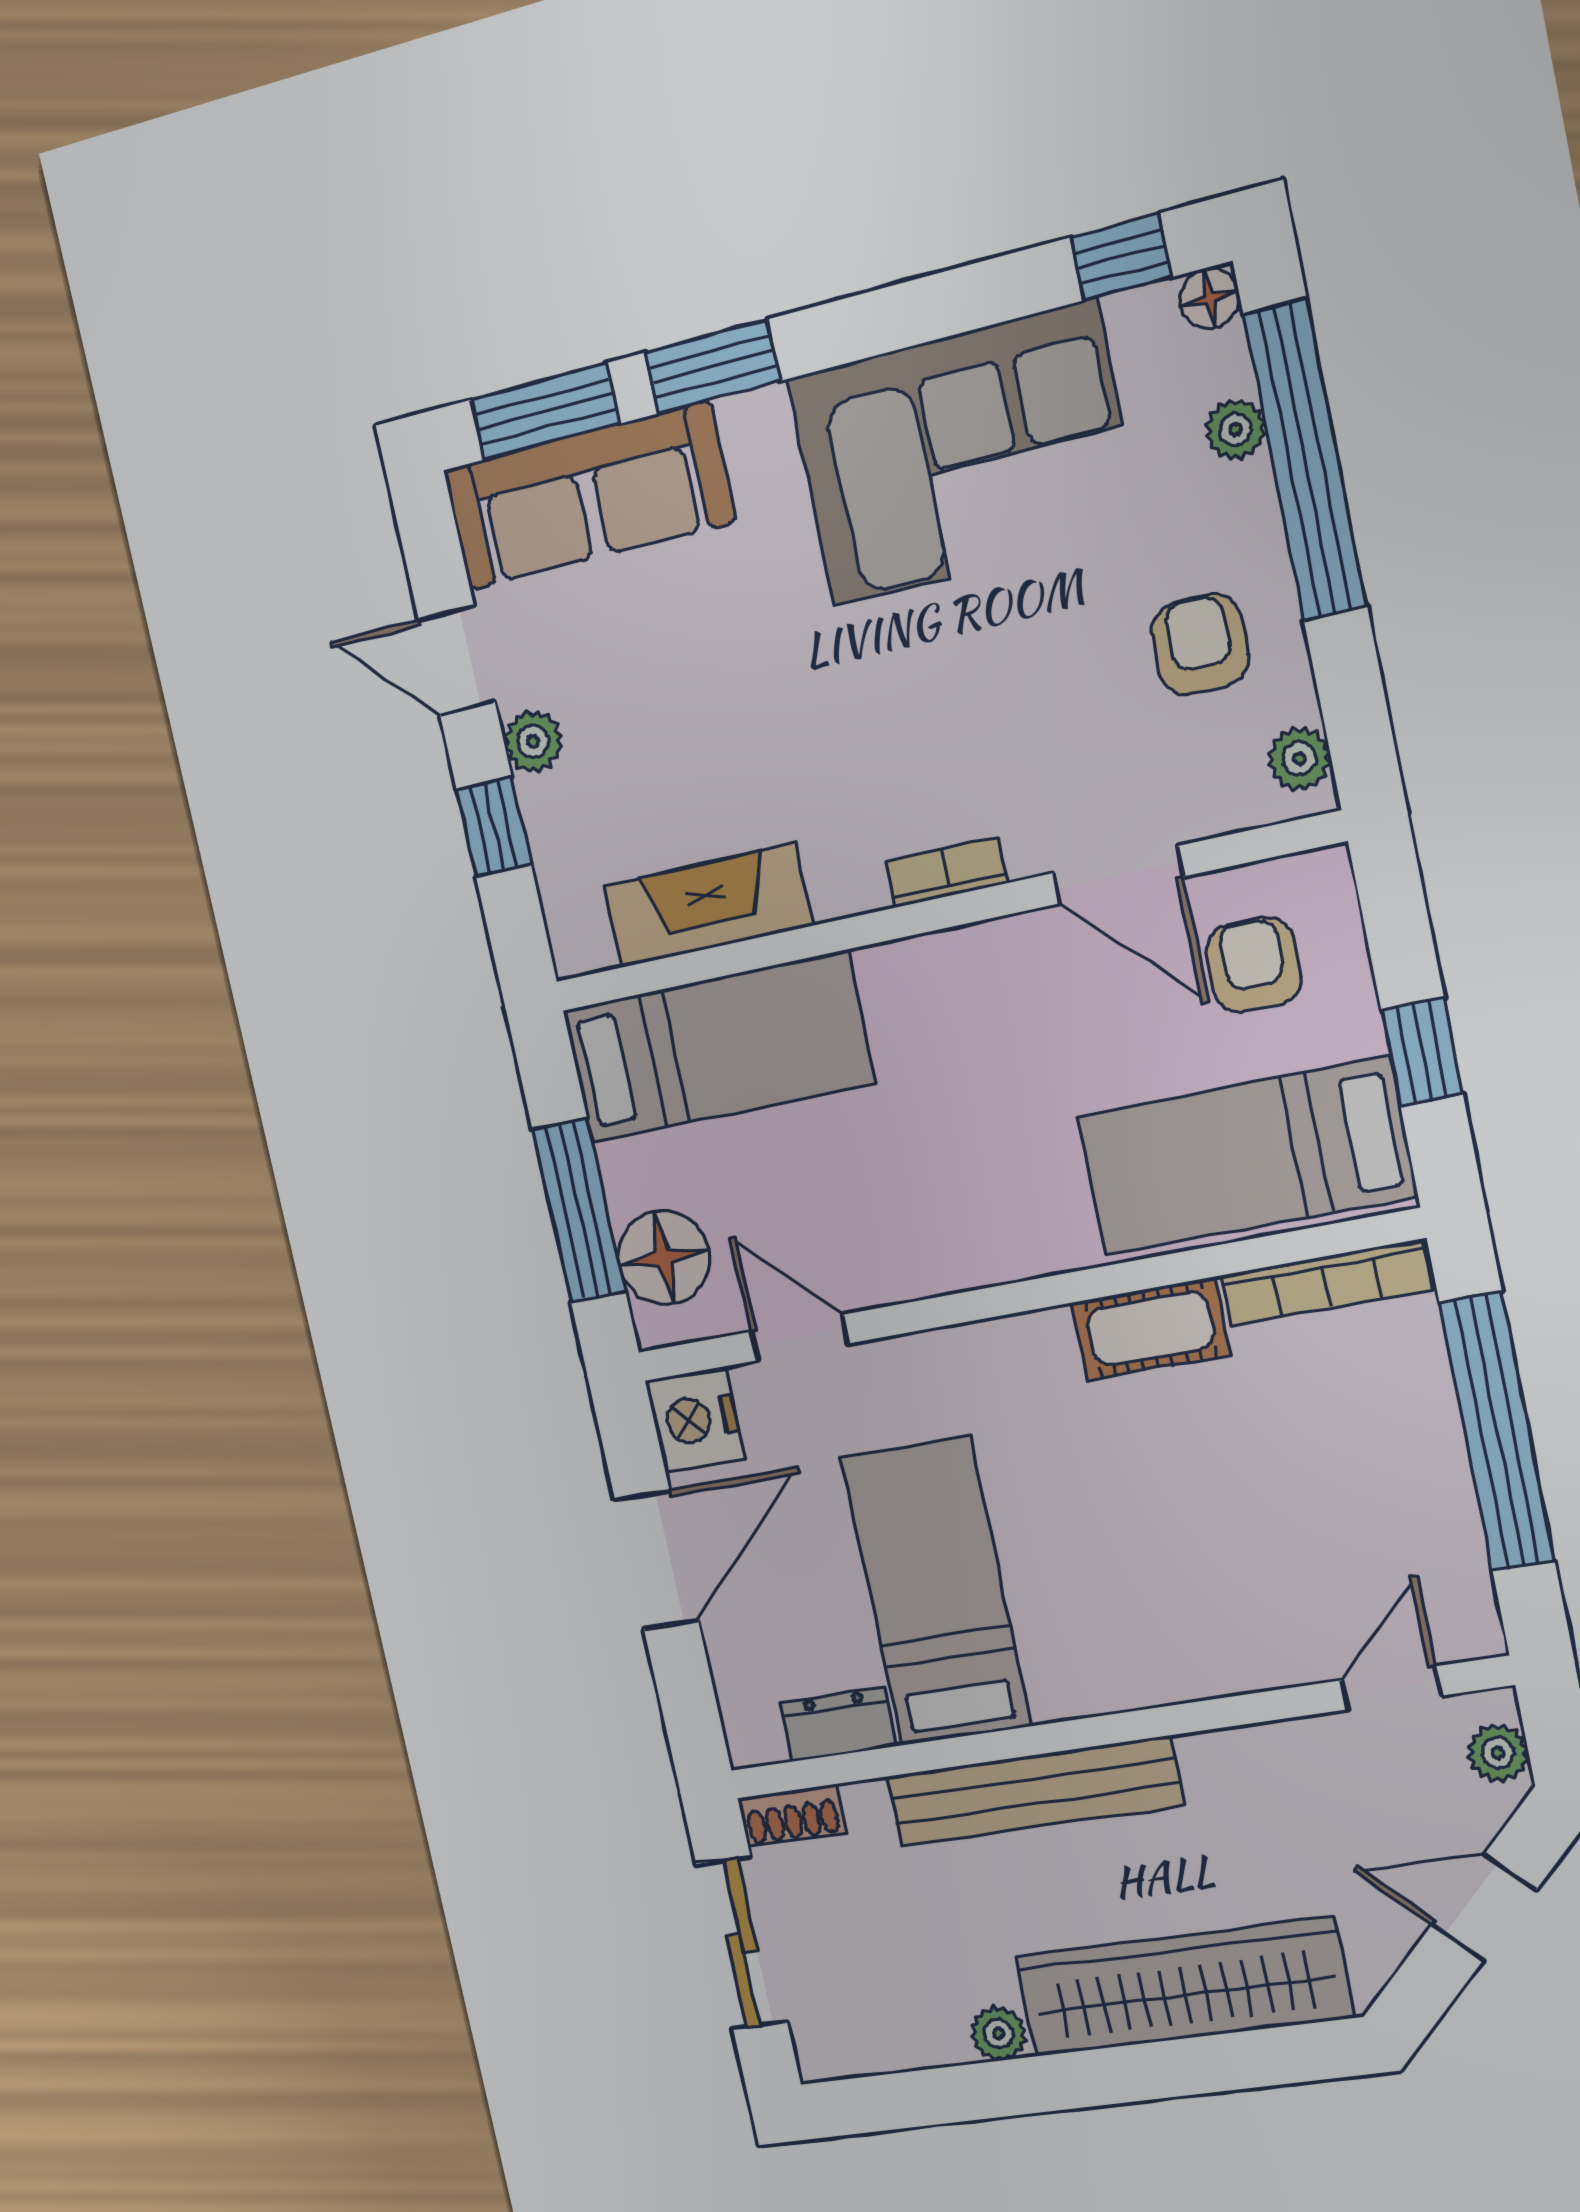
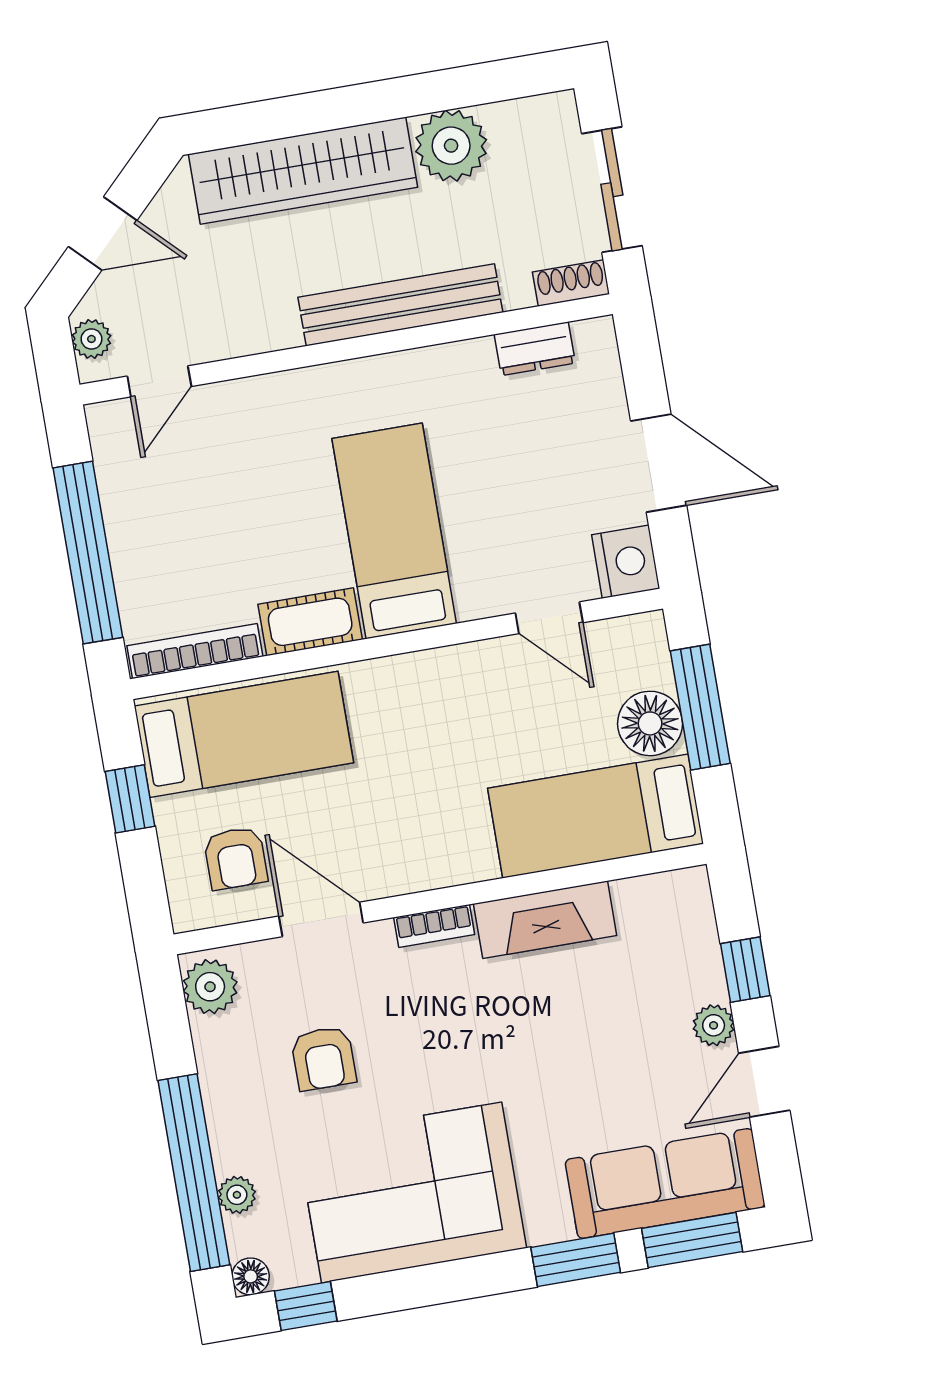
armchair: (1200, 644) -> (324, 1058), moved
door: (457, 661) -> (764, 1082), swing flipped
plant: (1299, 758) -> (210, 987), width x1.38, depth x1.38
fireplace: (708, 906) -> (545, 920), moved
floor lamp: (664, 1258) -> (650, 723), moved
door: (657, 1560) -> (659, 463), swing flipped
bed: (936, 1592) -> (394, 531), moved, turned 180
plant: (999, 2034) -> (451, 146), width x1.88, depth x1.88

